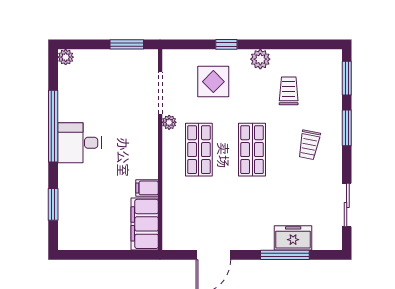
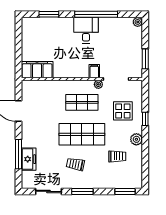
window: (347, 128) -> (82, 191), moved
trolley: (309, 145) -> (75, 164), moved
shop shelf: (252, 150) -> (82, 134), width x1.43, depth x1.36
filing cabinet: (147, 188) -> (94, 71), moved

